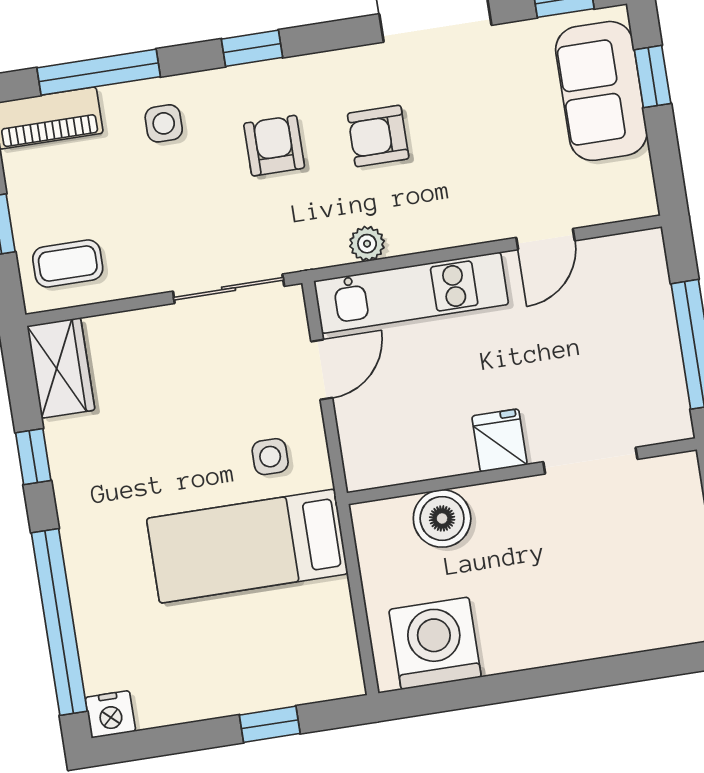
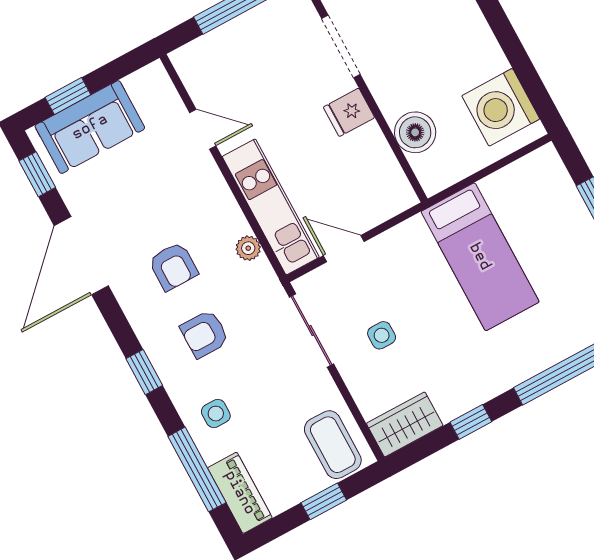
coffee table: (68, 263) -> (333, 445), width x1.36, depth x1.30
side table: (270, 457) -> (382, 335), moved

